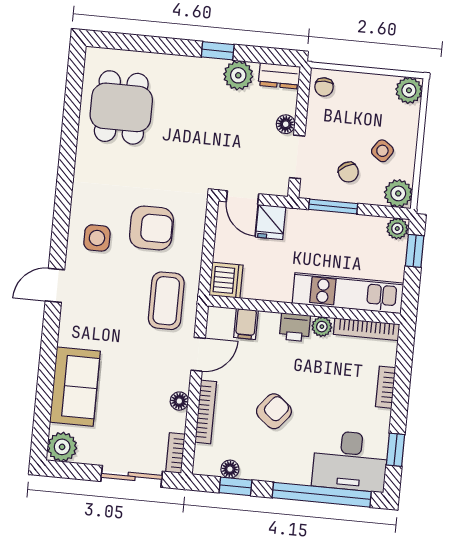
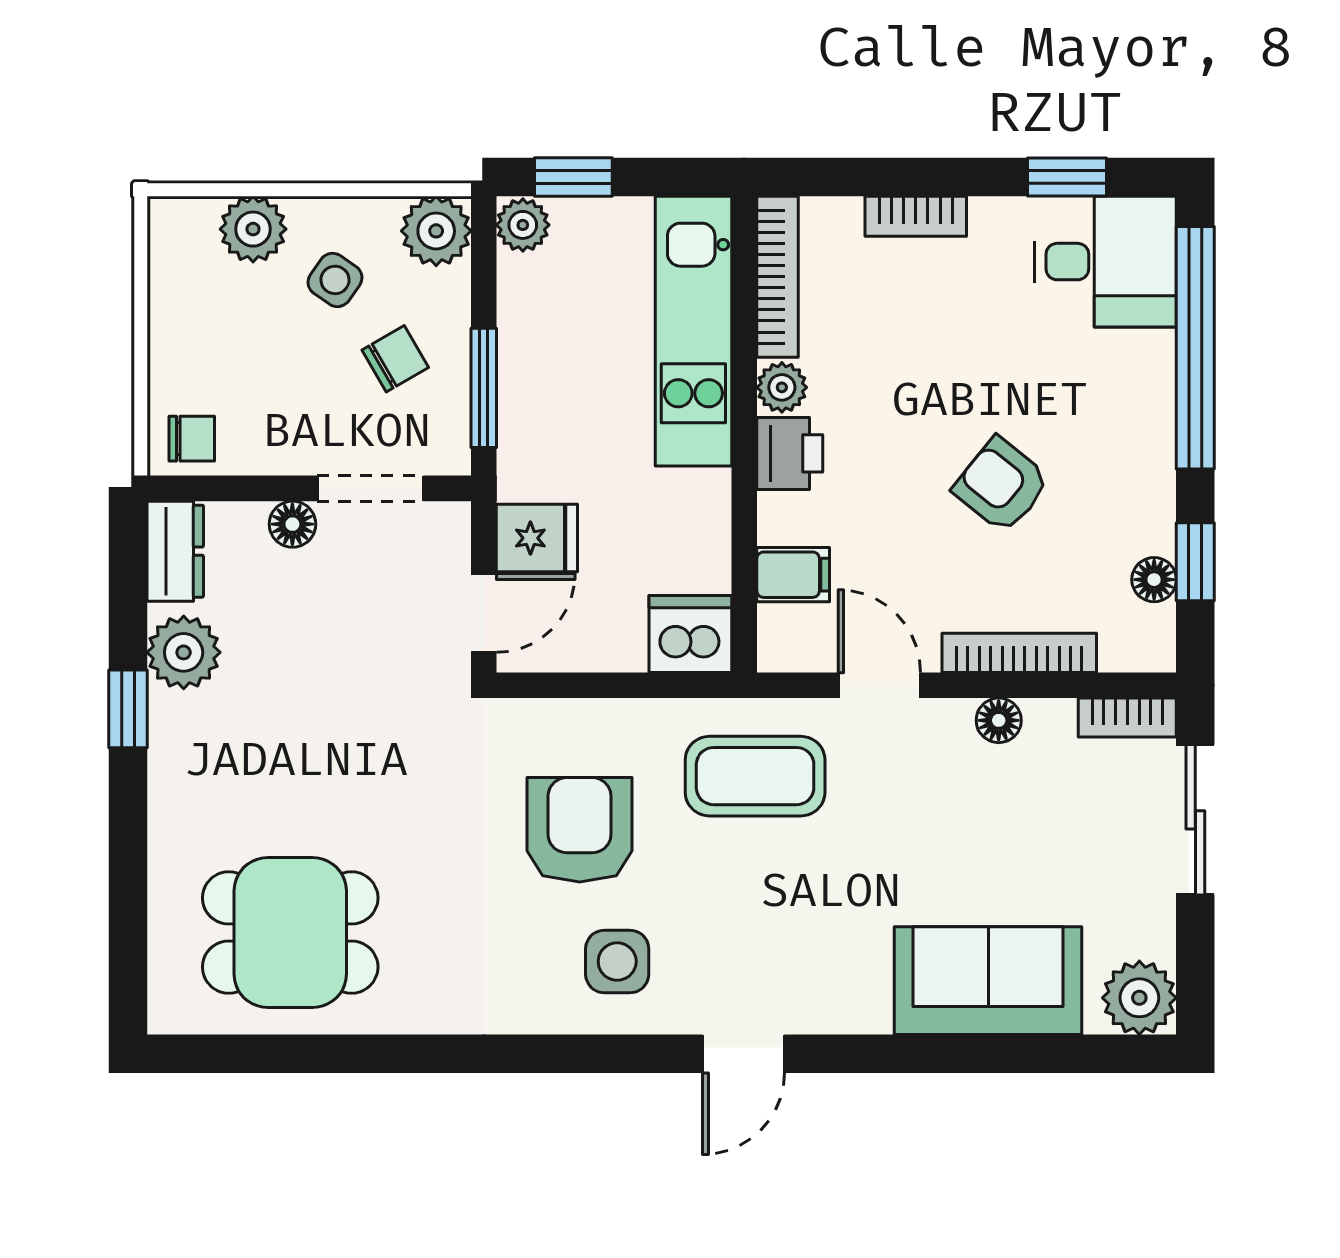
plant: (409, 90) -> (253, 229), moved
door: (55, 285) -> (743, 1054), hinge flipped
desk: (350, 461) -> (1106, 262), width x0.73

